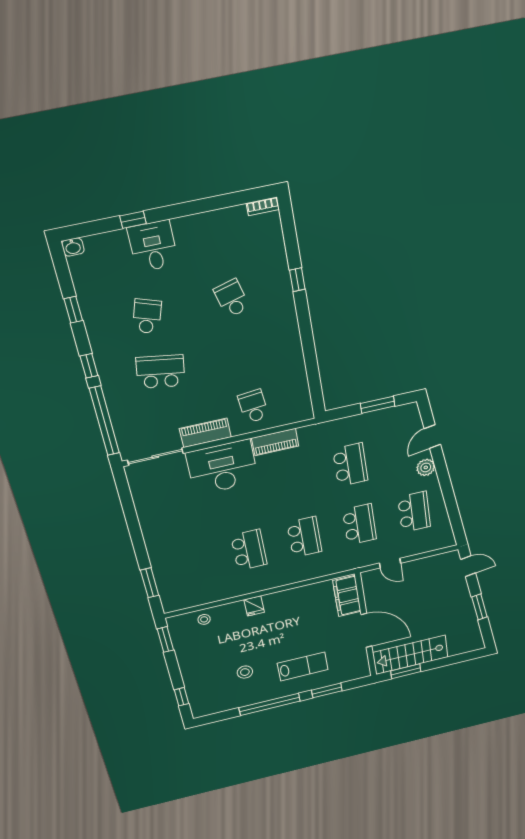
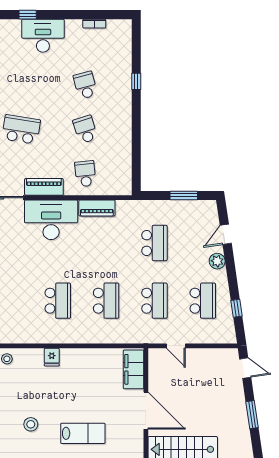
bookcase: (263, 206) -> (94, 24), moved
desk: (153, 246) -> (43, 36), width x1.37
school desk: (147, 316) -> (85, 129), moved, turned -36
window: (453, 511) -> (237, 308), added

